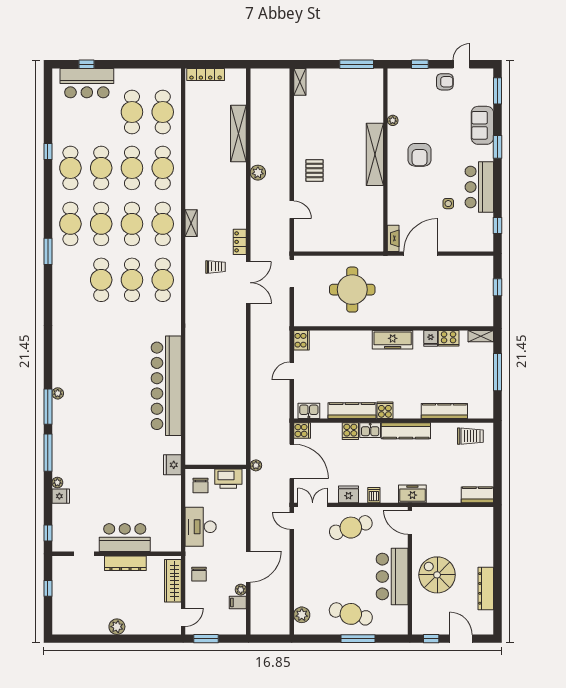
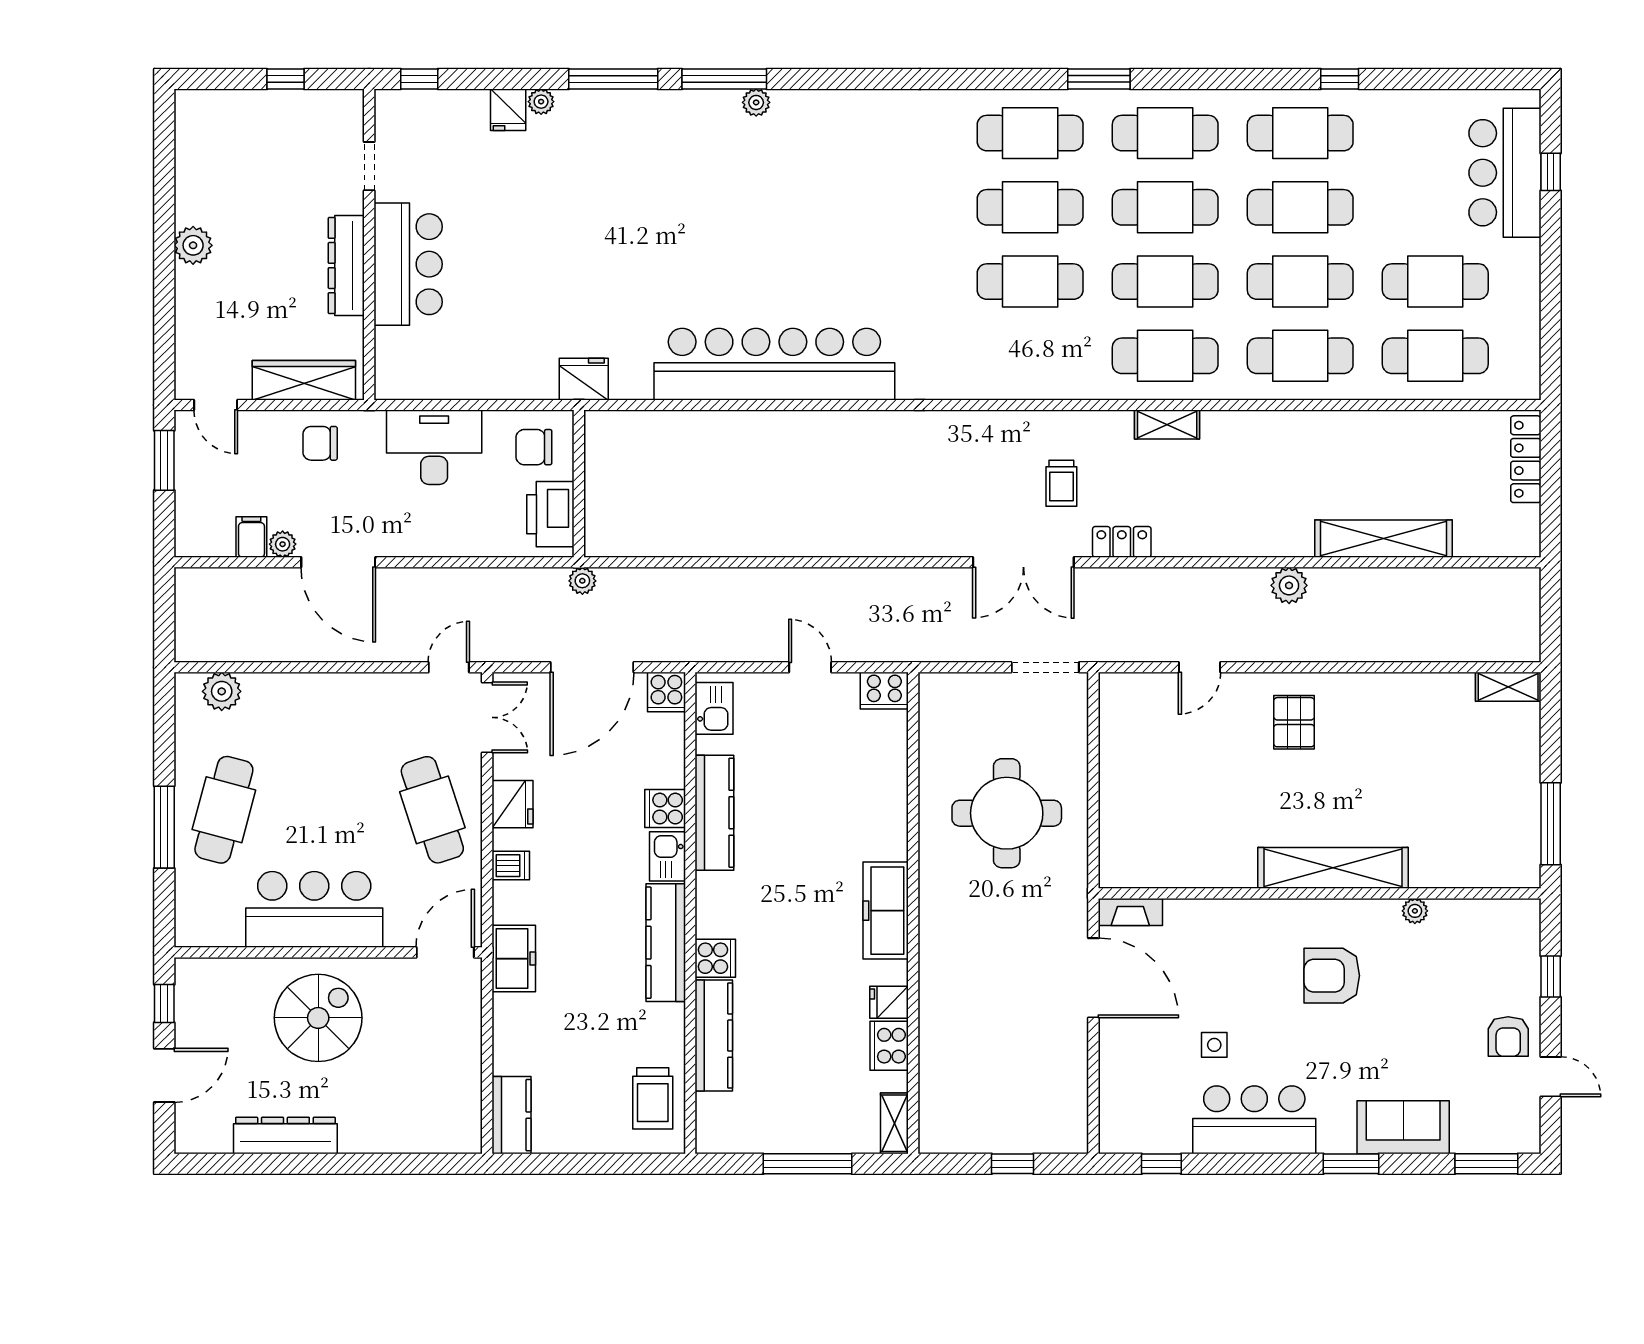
pallet: (315, 170) -> (1294, 722), turned 90
cafe table: (163, 280) -> (1030, 133), moved
cooker: (385, 410) -> (715, 958), moved

